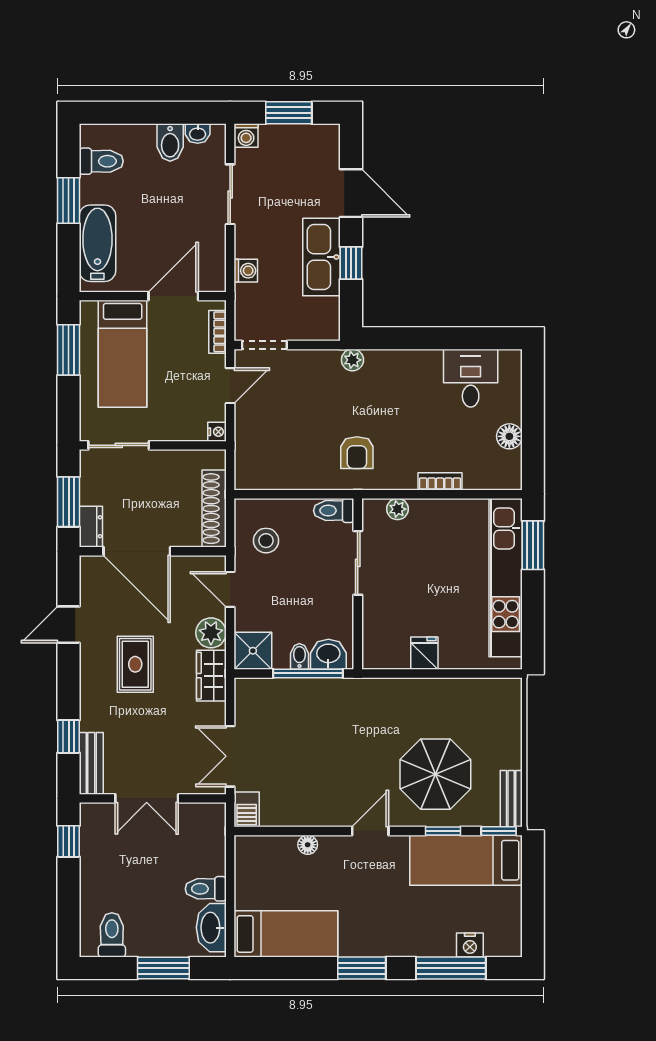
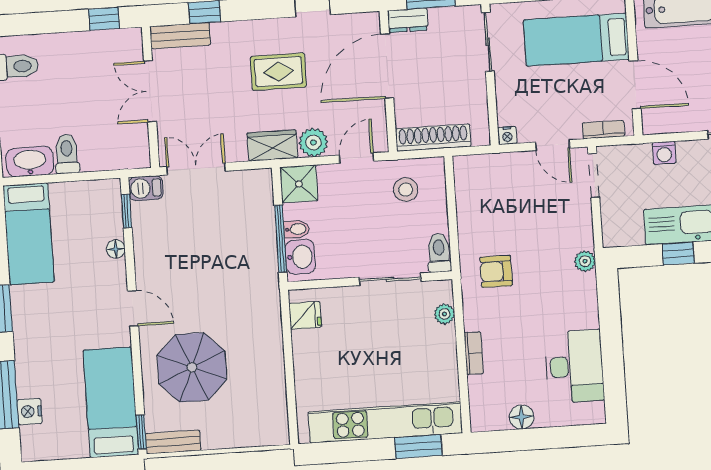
desk: (471, 378) -> (574, 366), width x1.37
fridge: (424, 653) -> (305, 315), moved
window: (443, 831) -> (127, 211), moved

